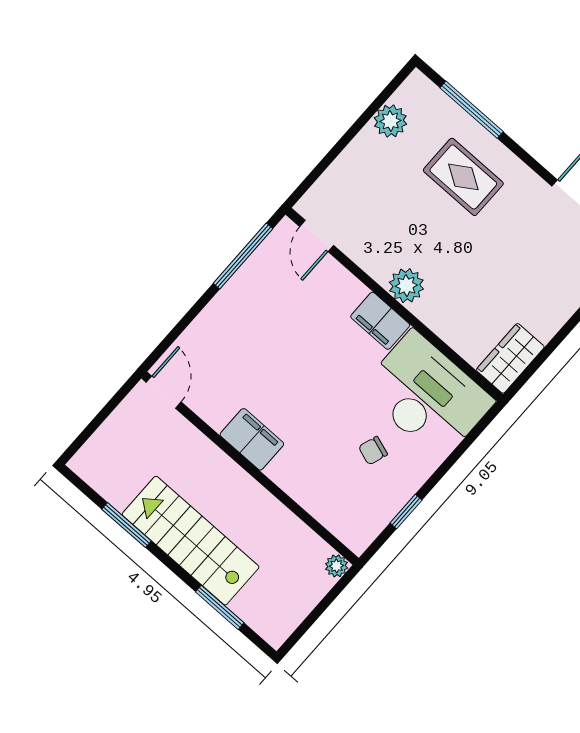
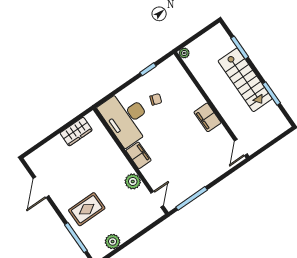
rug: (463, 177) -> (87, 209), turned 90
plant: (406, 286) -> (133, 181), moved
wardrobe: (510, 358) -> (76, 132), moved

